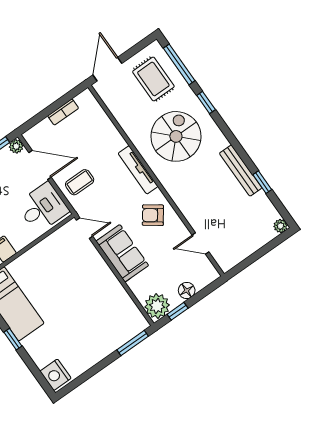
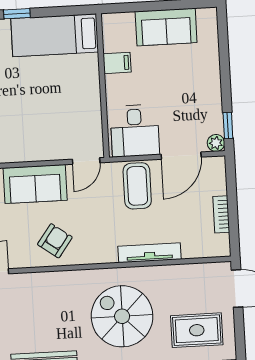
spiral stairs: (176, 136) -> (122, 316), turned 180
tv unit: (138, 170) -> (149, 253), moved
coffee table: (80, 182) -> (137, 186), width x1.36, depth x1.30

